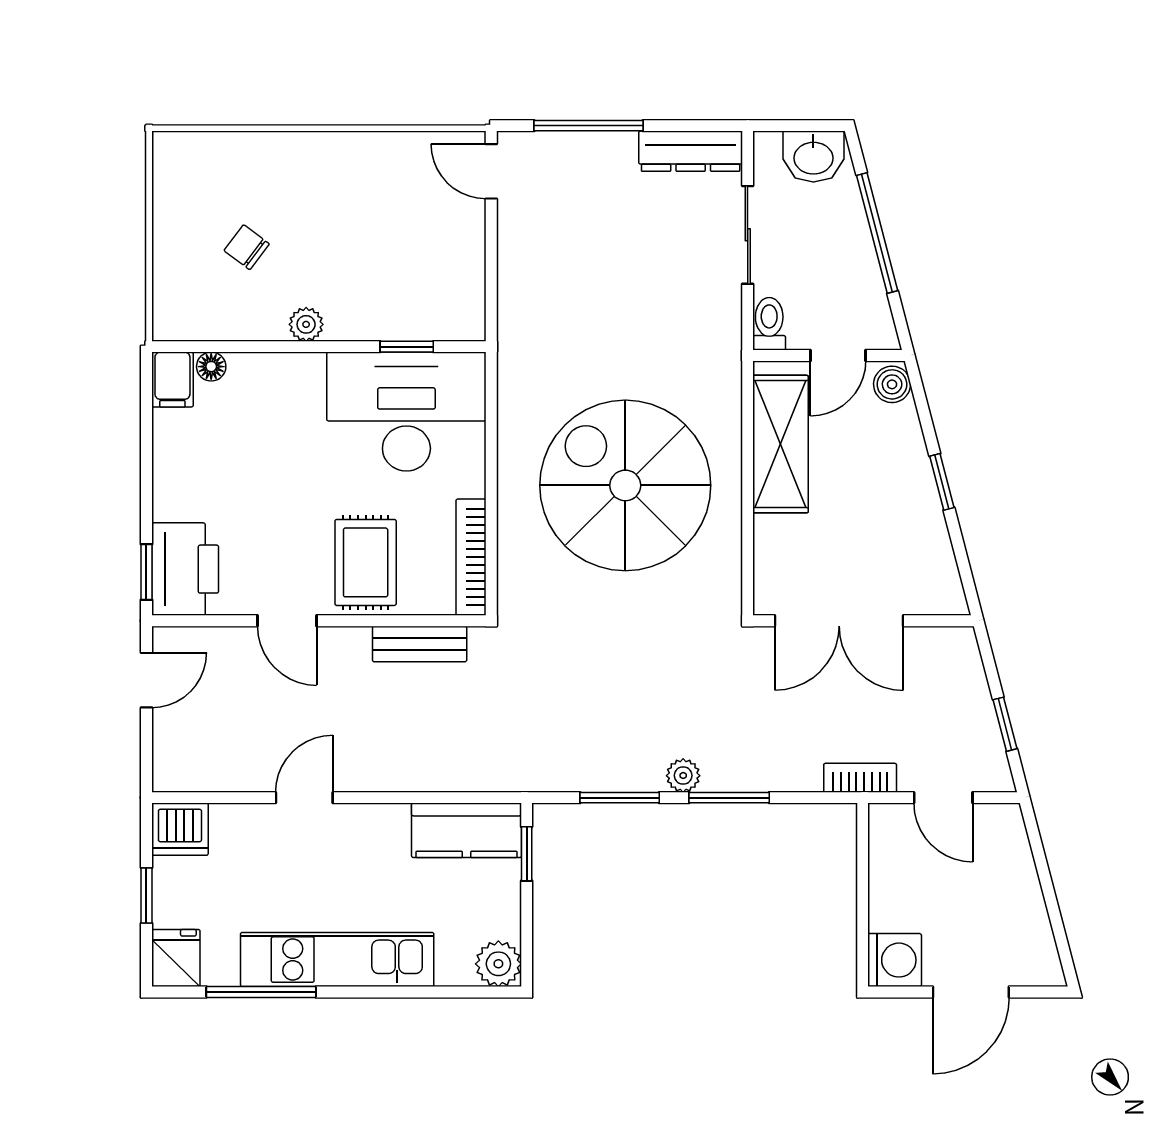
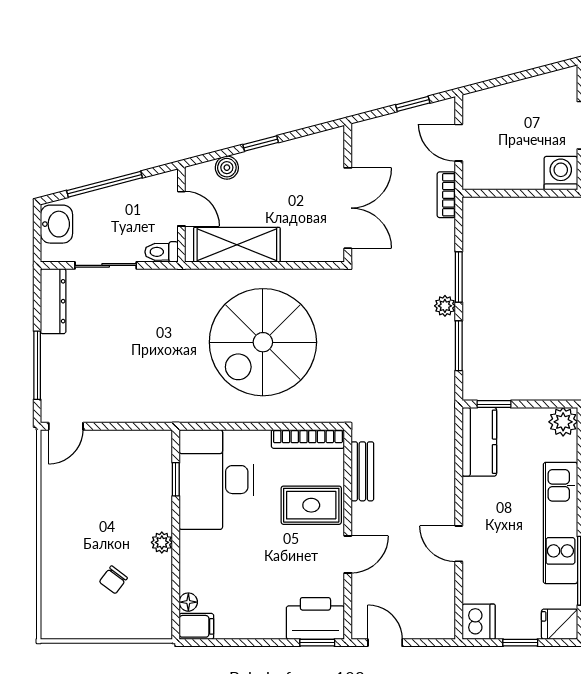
boiler: (892, 384) -> (227, 168), moved
door: (943, 798) -> (459, 143), swing flipped

